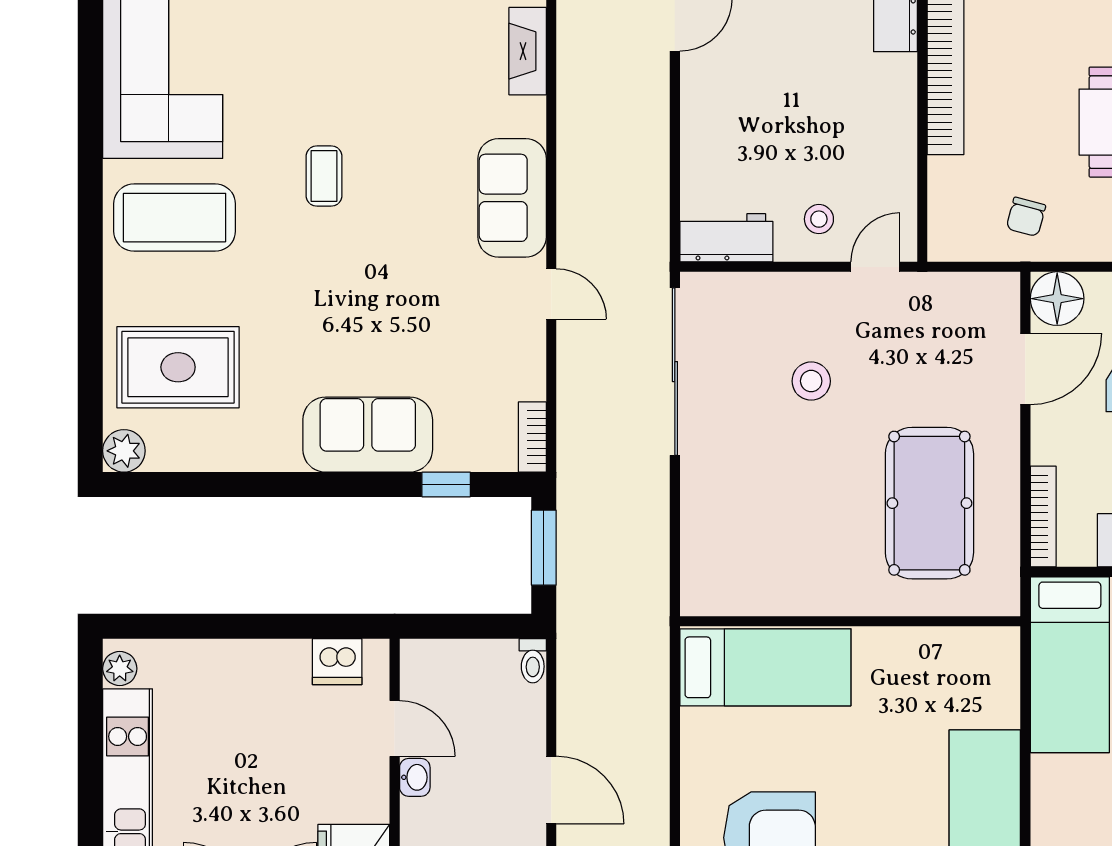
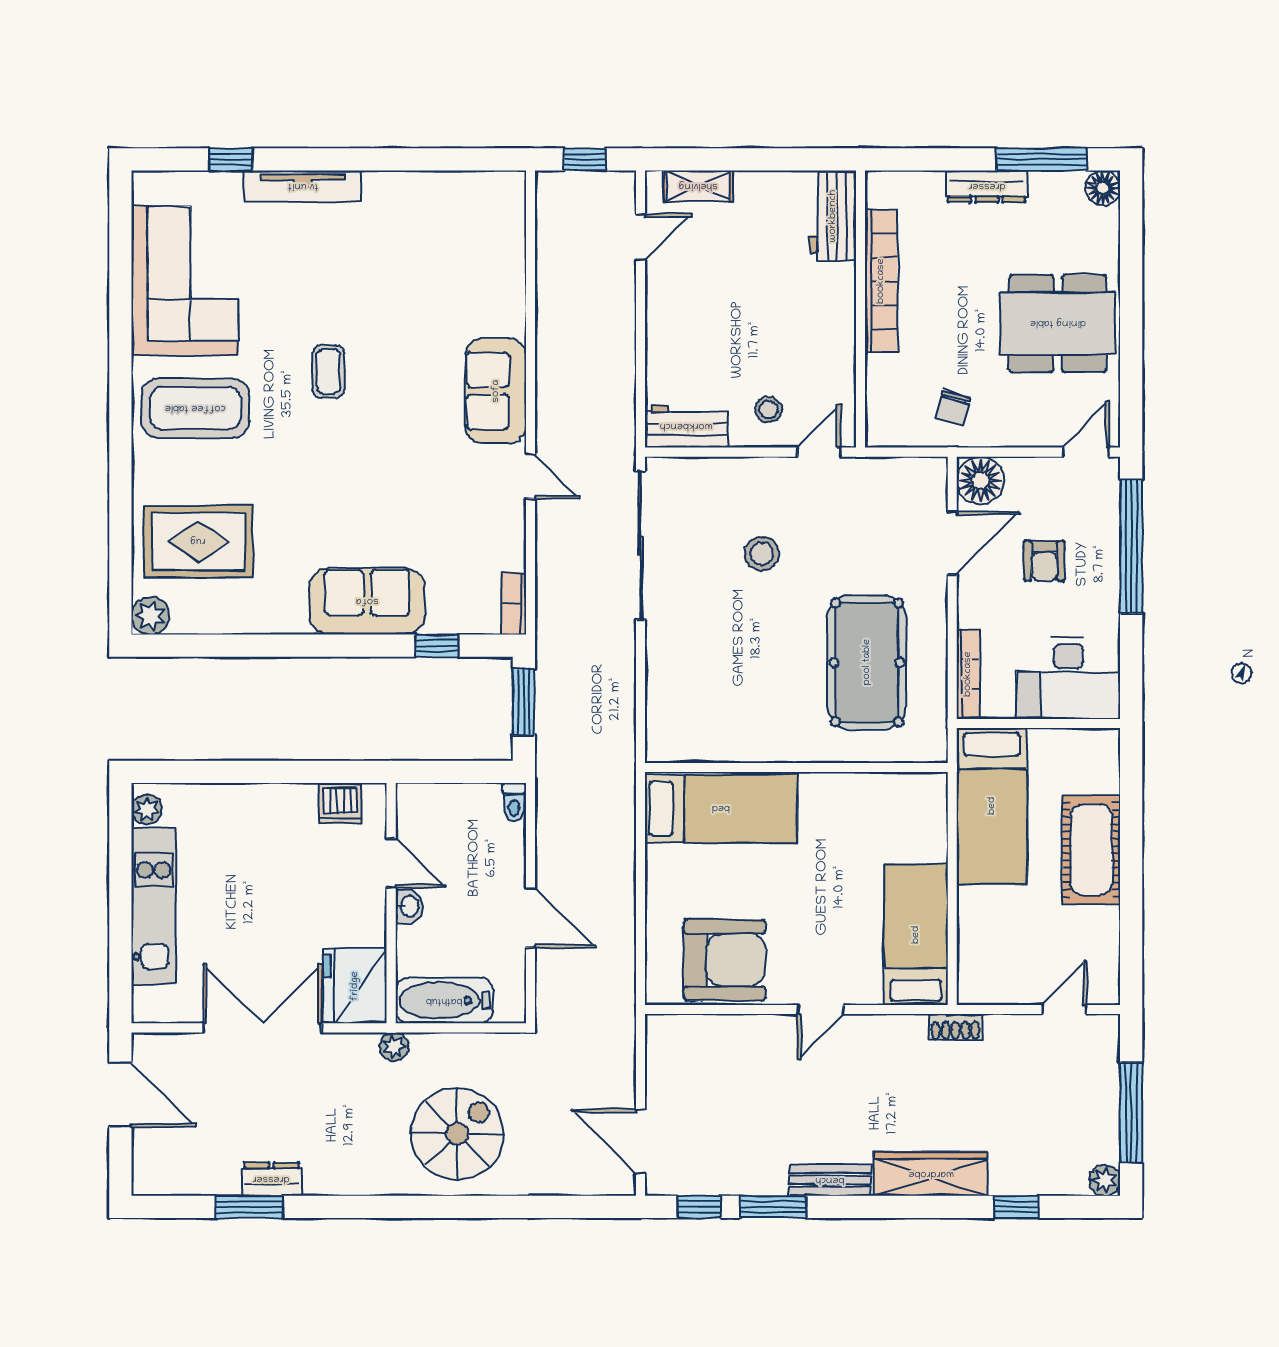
fireplace: (528, 51) -> (509, 260), removed

